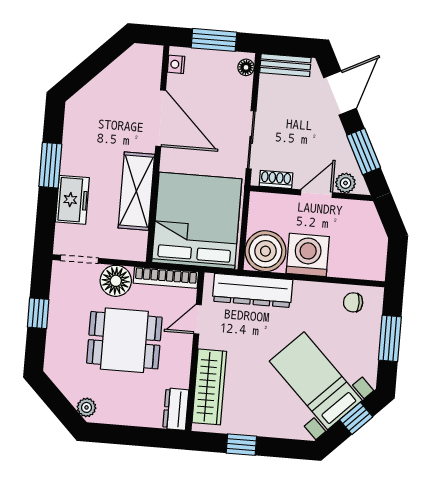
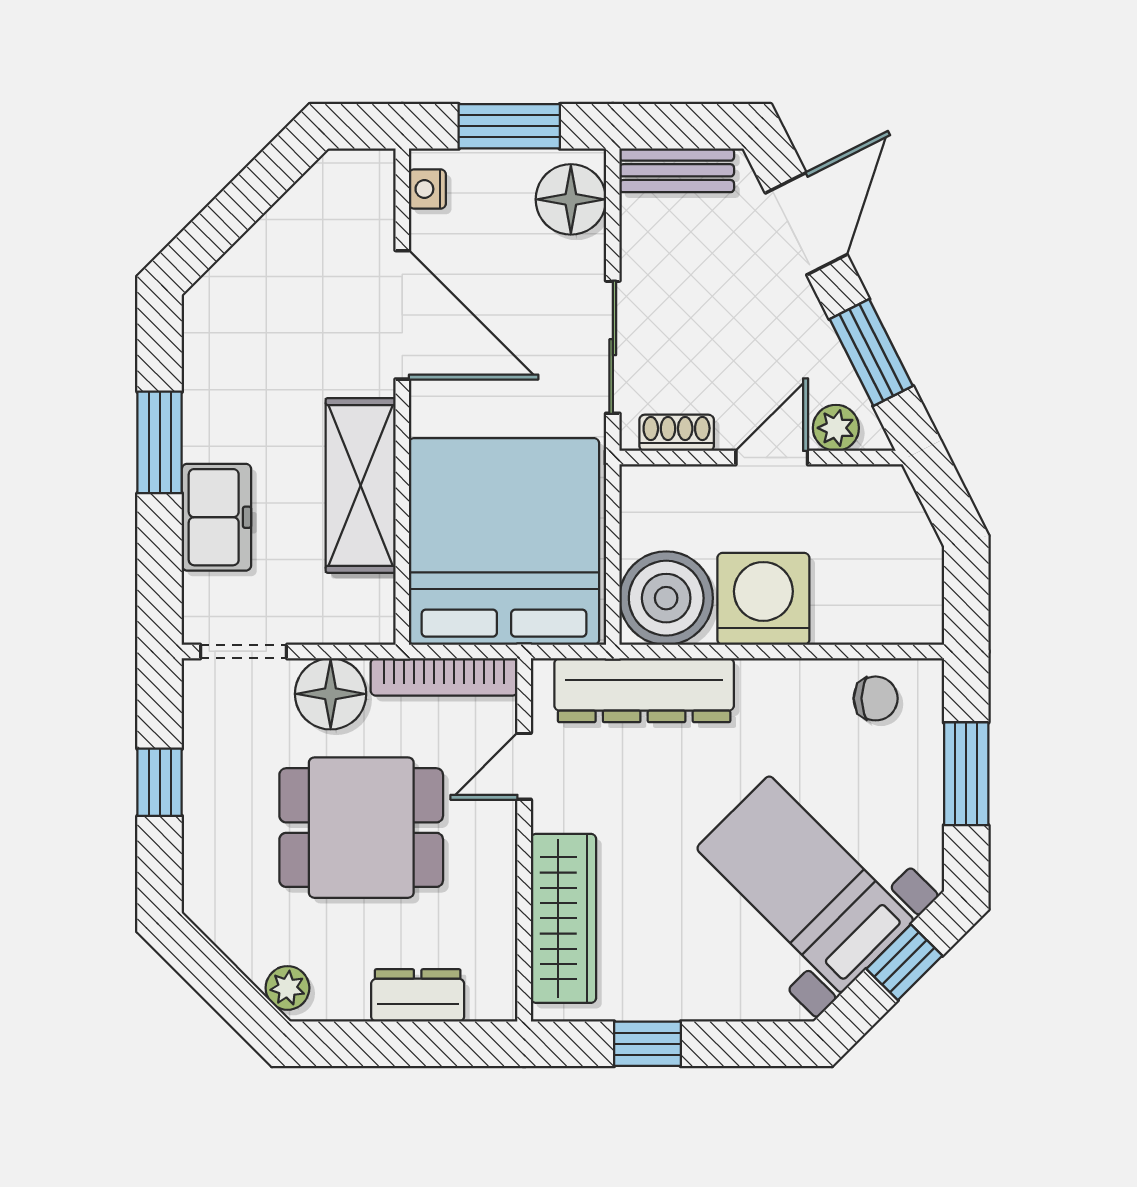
floor lamp: (246, 67) -> (571, 199), width x1.89, depth x1.89
chair: (353, 302) -> (876, 698), turned 180
dresser: (176, 409) -> (418, 995), moved, turned 90

